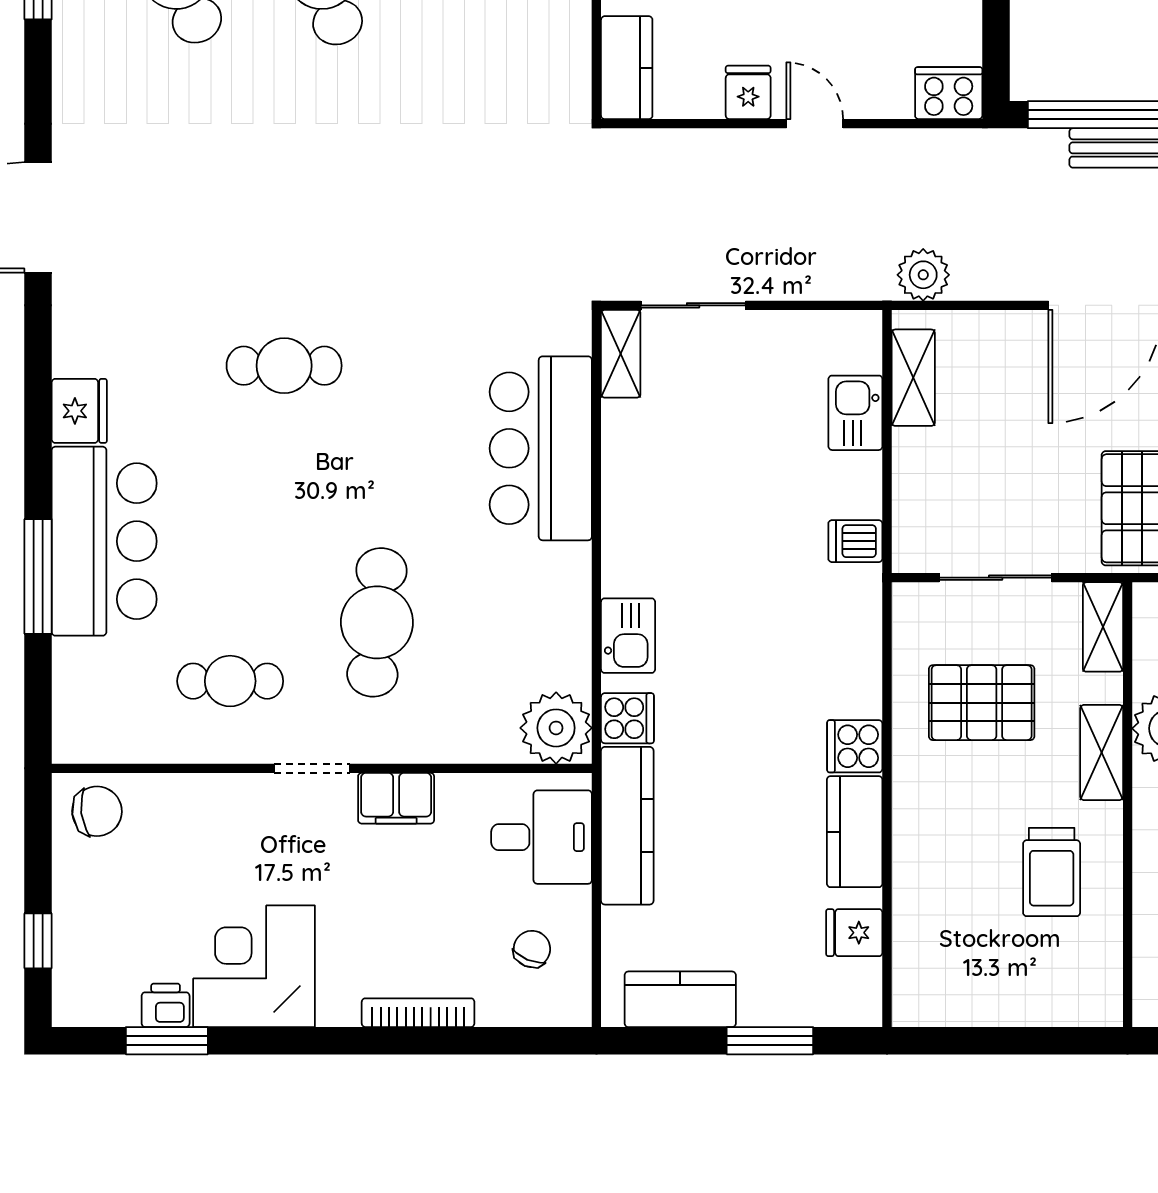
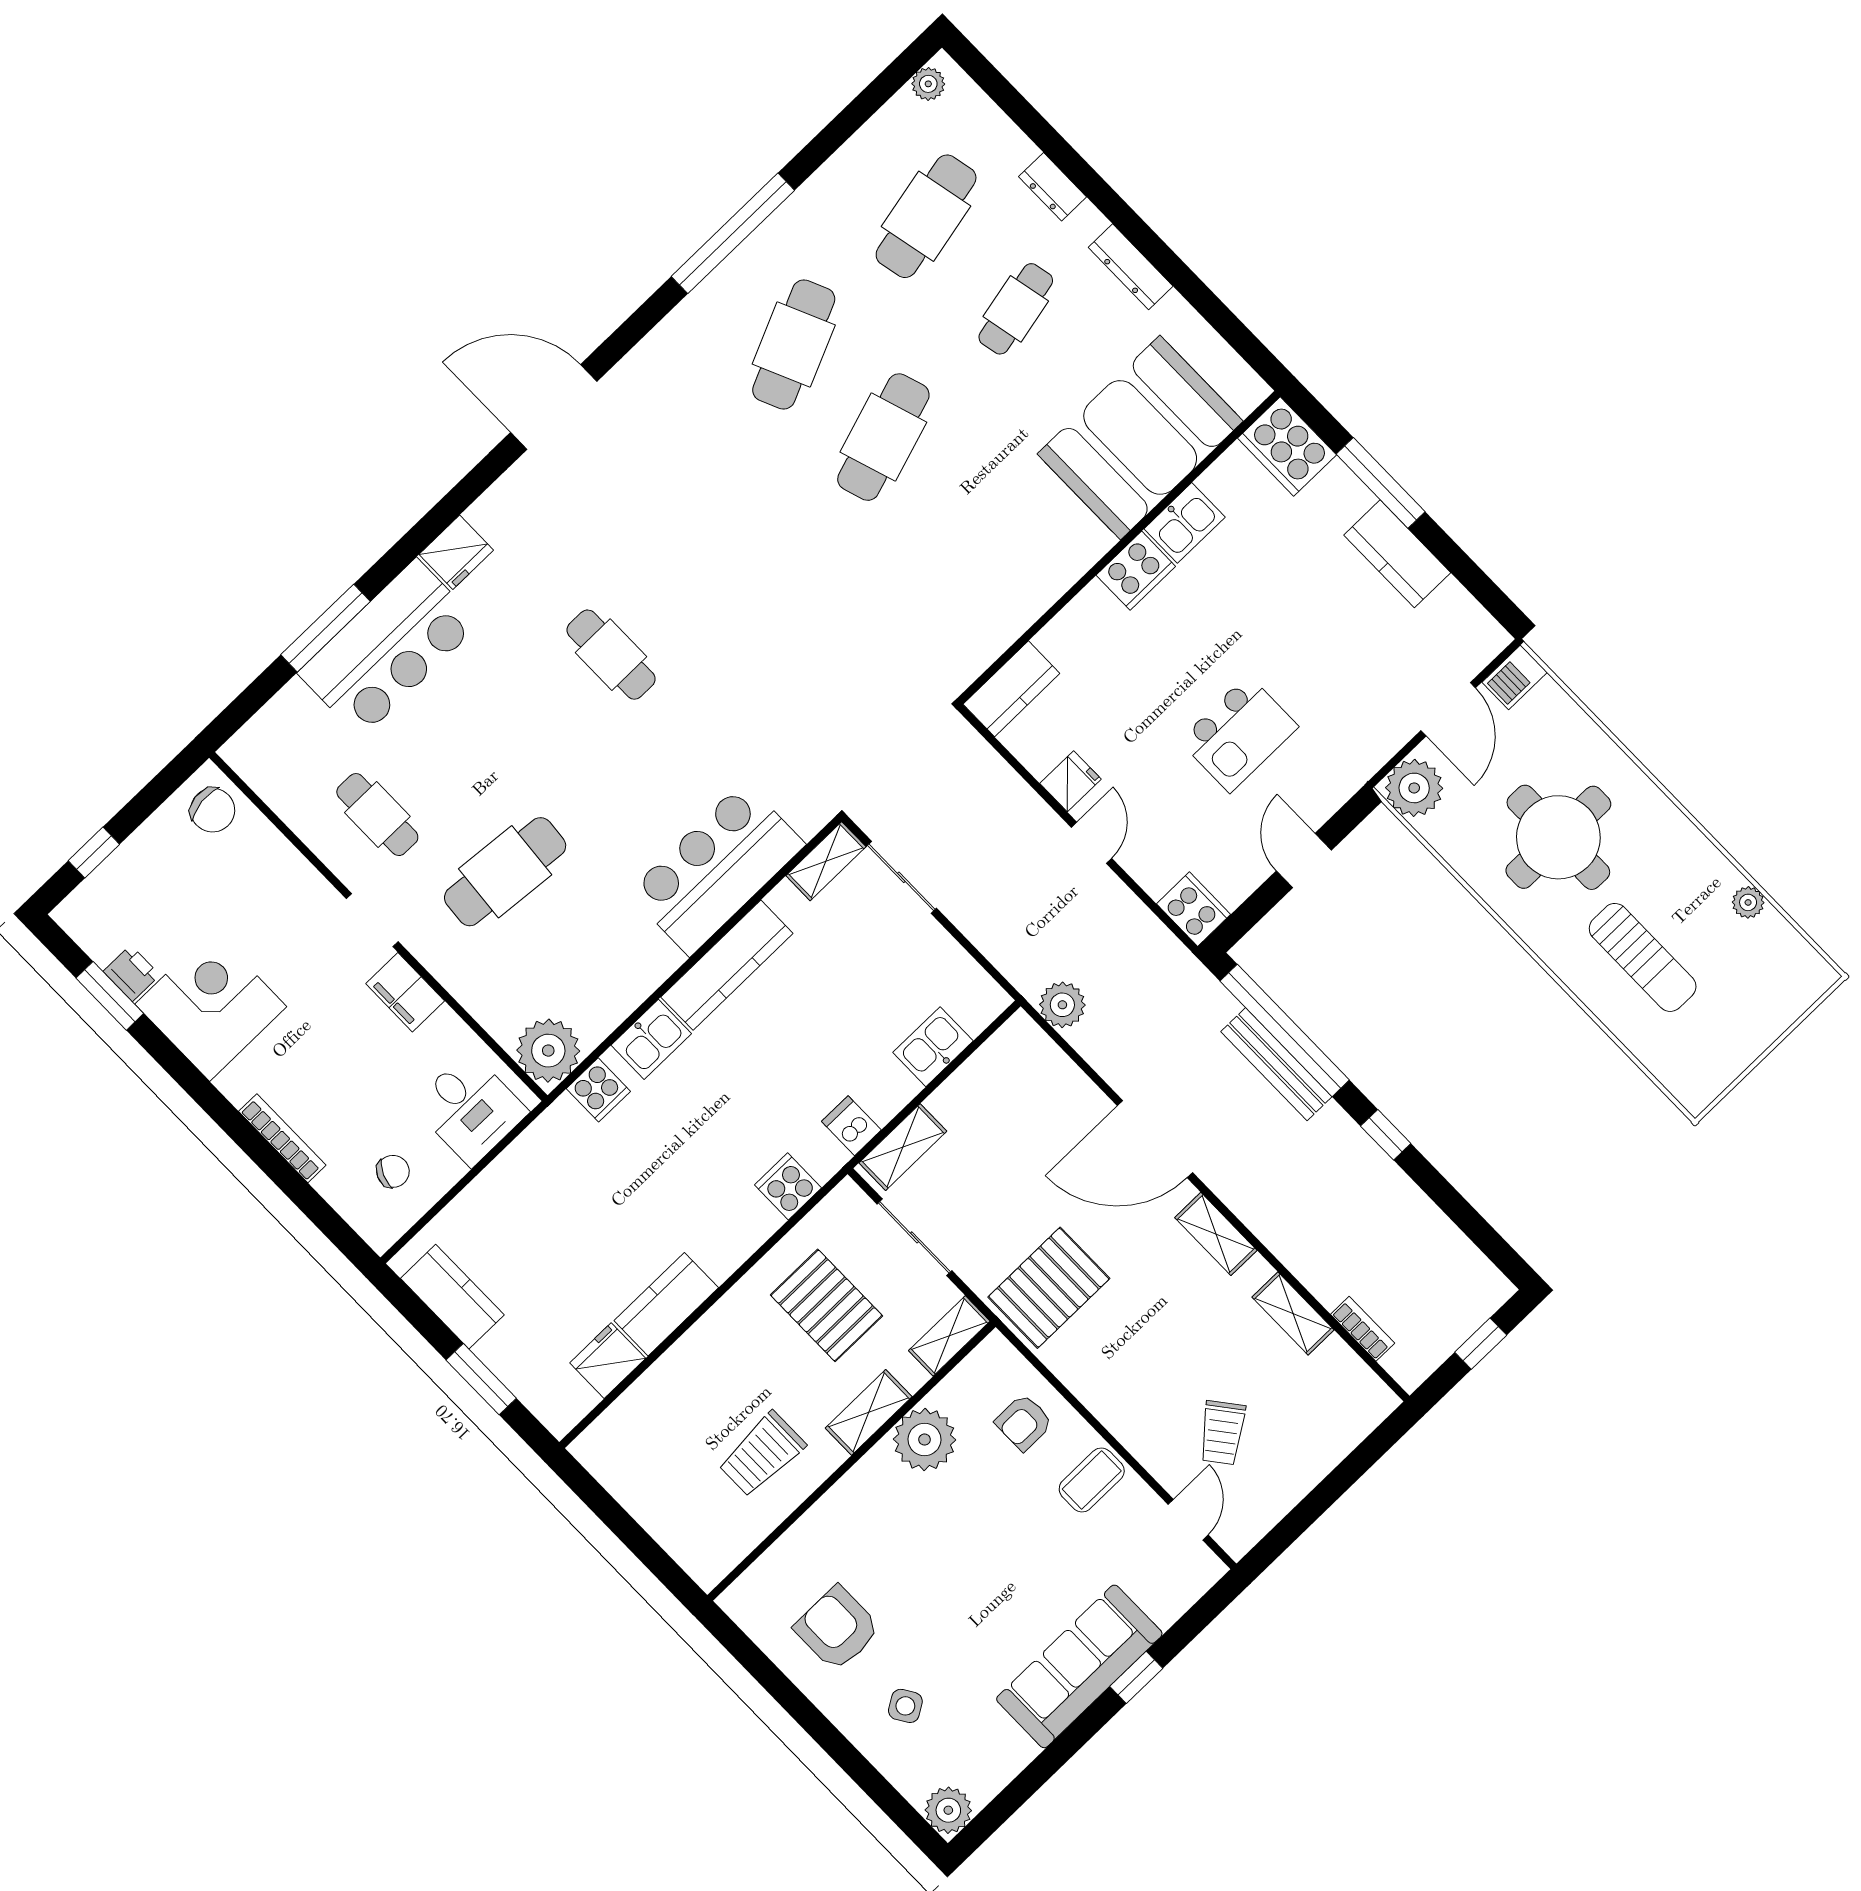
shelving: (913, 378) -> (903, 1147), moved
cooker: (855, 746) -> (788, 1186), moved
kitchen counter: (627, 826) -> (727, 965), moved
fridge: (854, 933) -> (608, 1361), width x1.38

